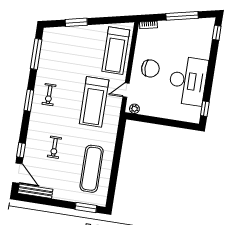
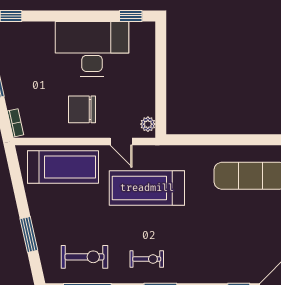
chair: (150, 68) -> (82, 109), turned -90
treadmill: (94, 102) -> (147, 188), turned 180
exercise bike: (54, 147) -> (84, 257), moved, width x1.38, depth x1.39

